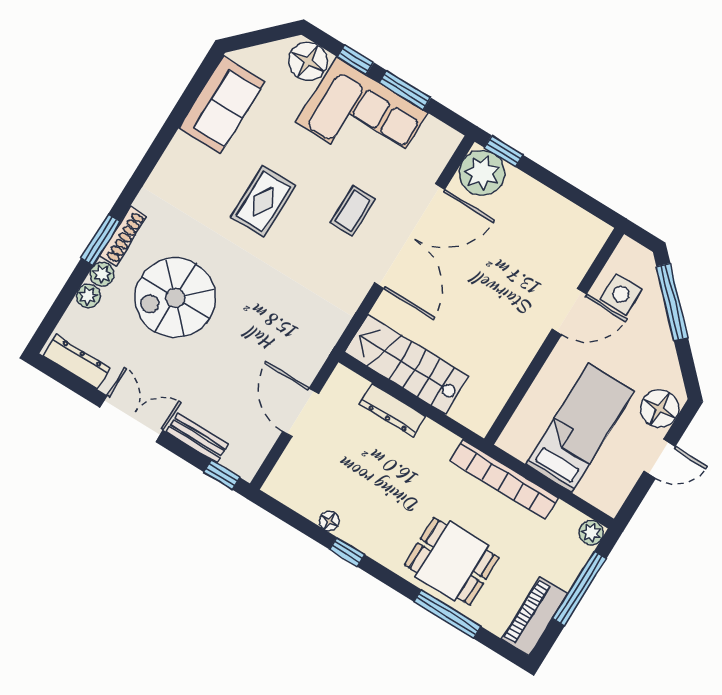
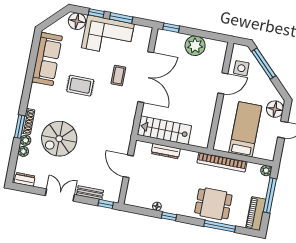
sofa: (222, 105) -> (47, 59), width x1.36
plant: (482, 173) -> (195, 46), moved
rug: (263, 201) -> (80, 86), turned 90
dresser: (77, 362) -> (25, 179), width x0.70

